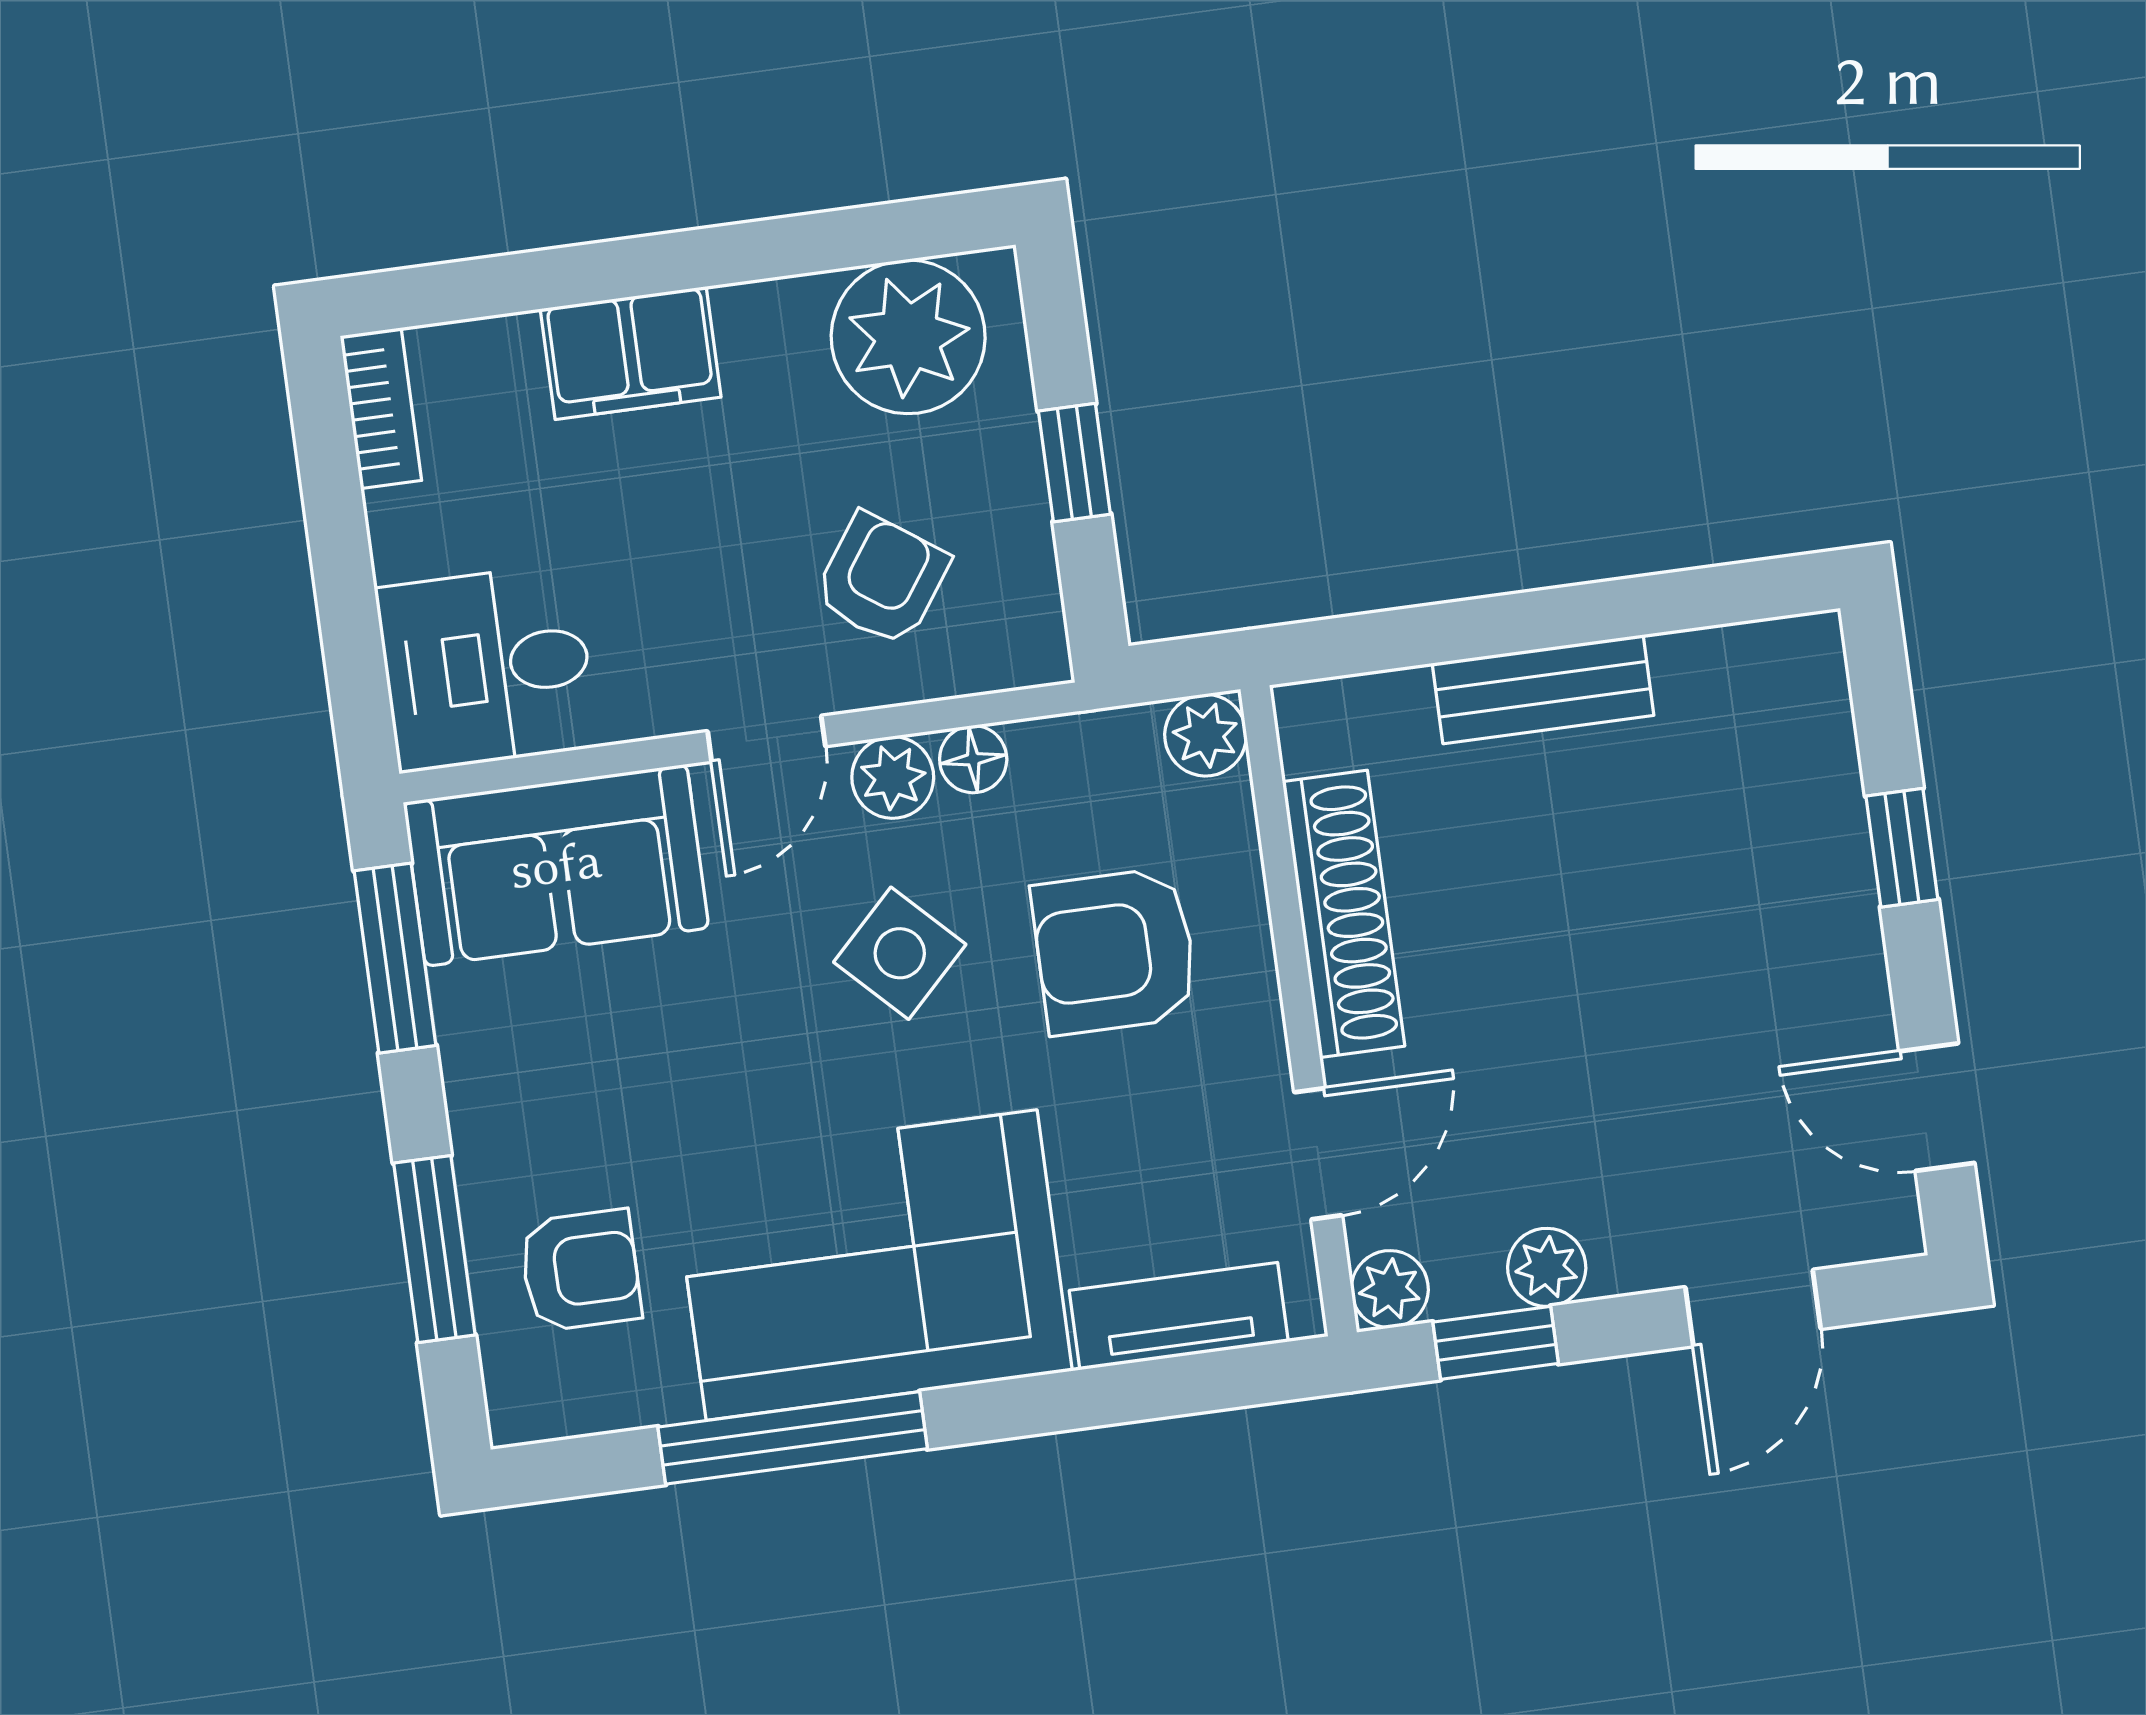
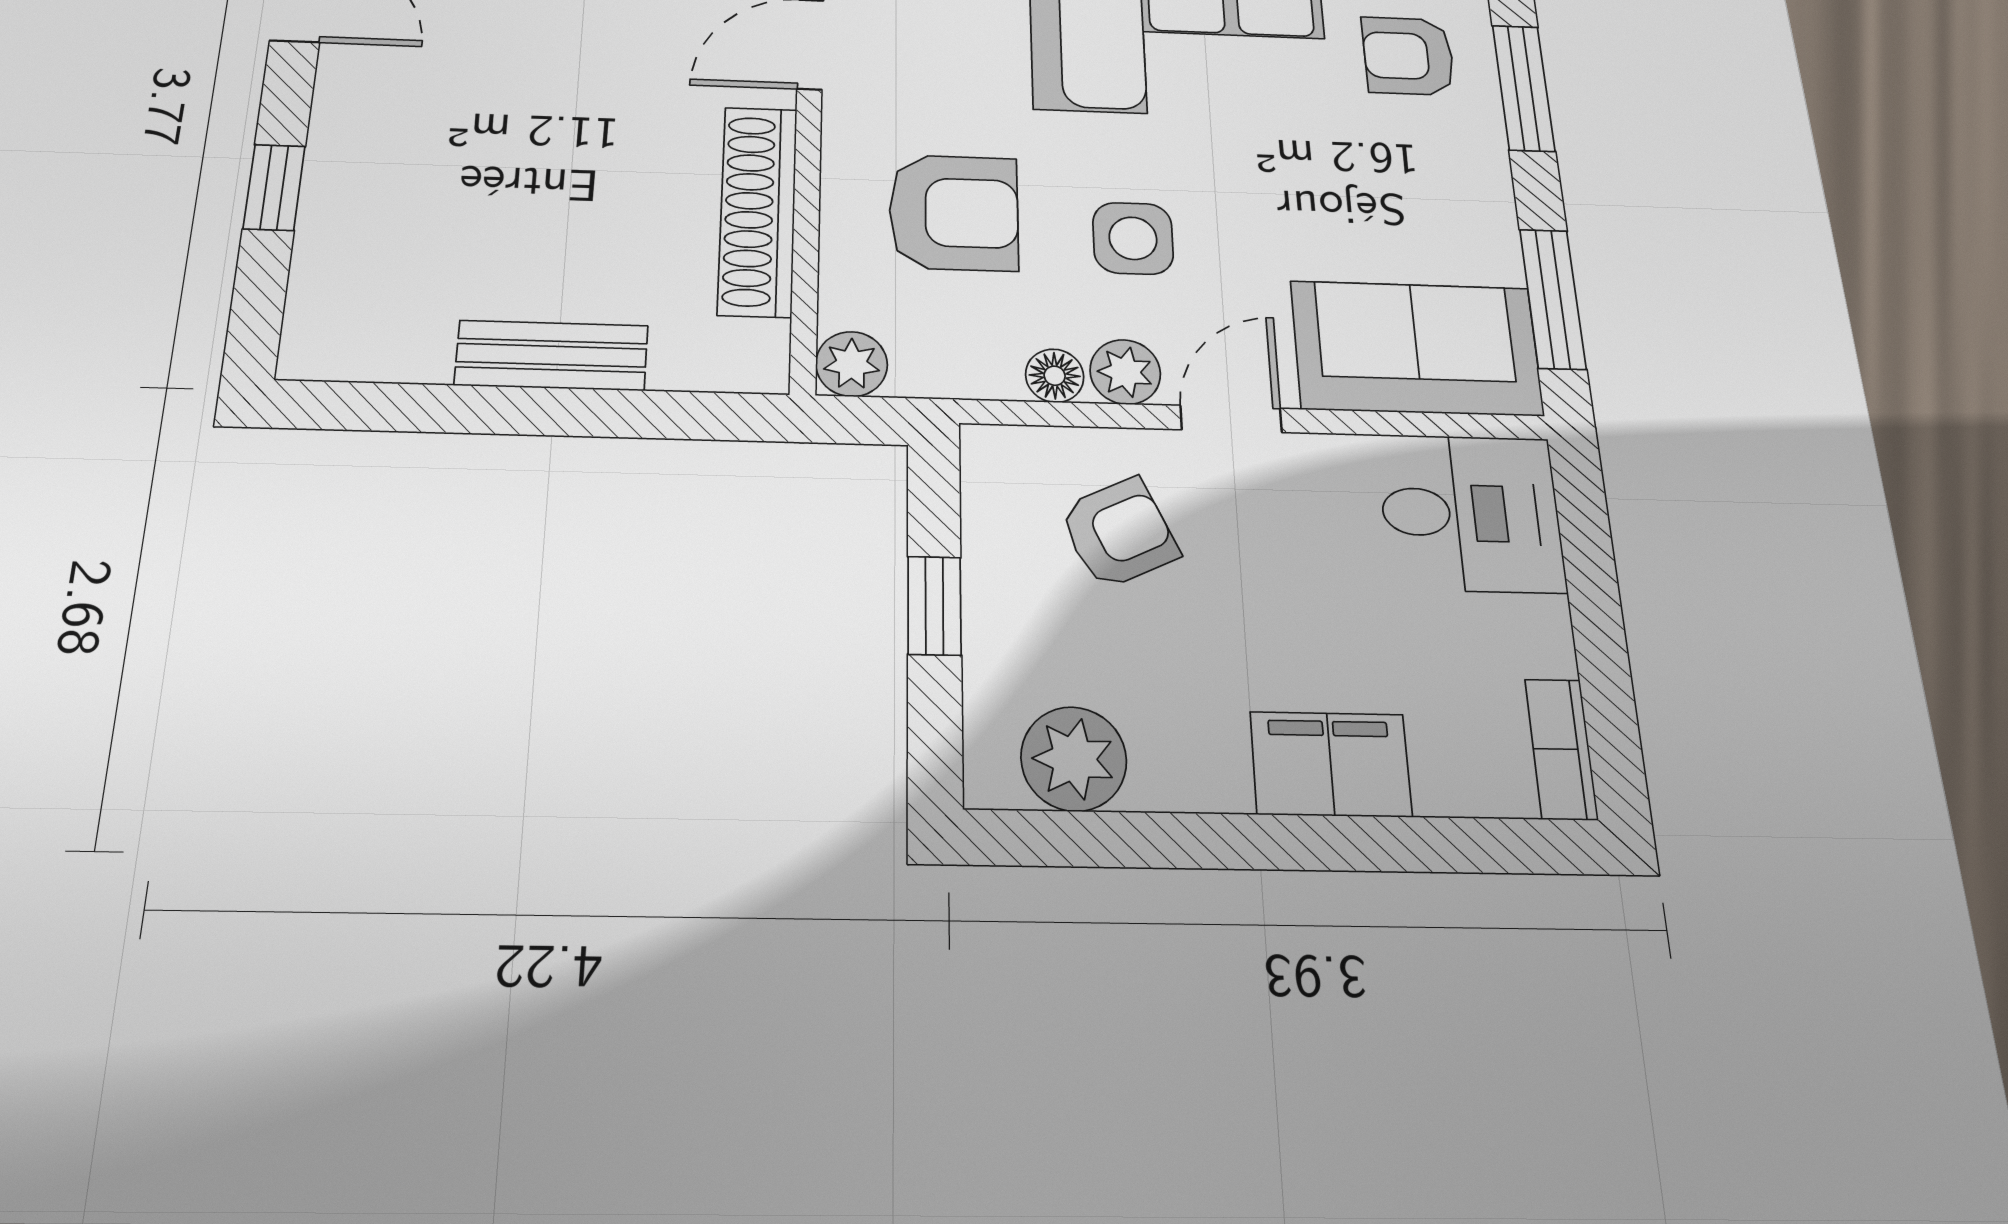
plant: (908, 337) -> (1074, 759), width x0.73, depth x0.73
armchair: (882, 579) -> (1119, 533), turned -150
side table: (900, 953) -> (1133, 238), turned 45

